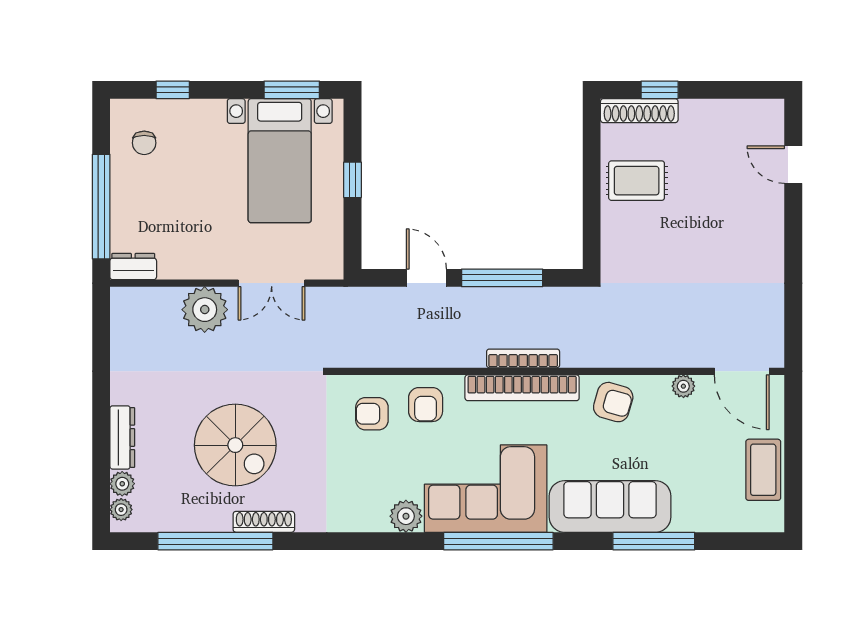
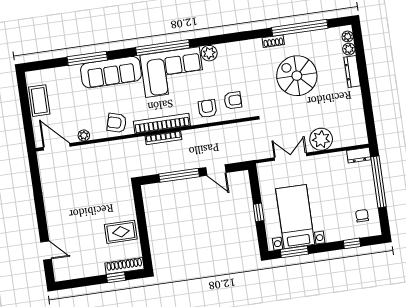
shoe rack: (264, 522) -> (273, 41), width x0.70

